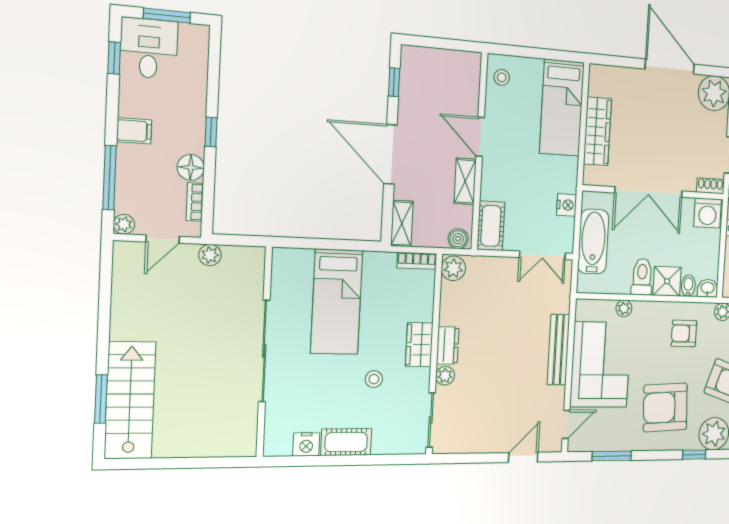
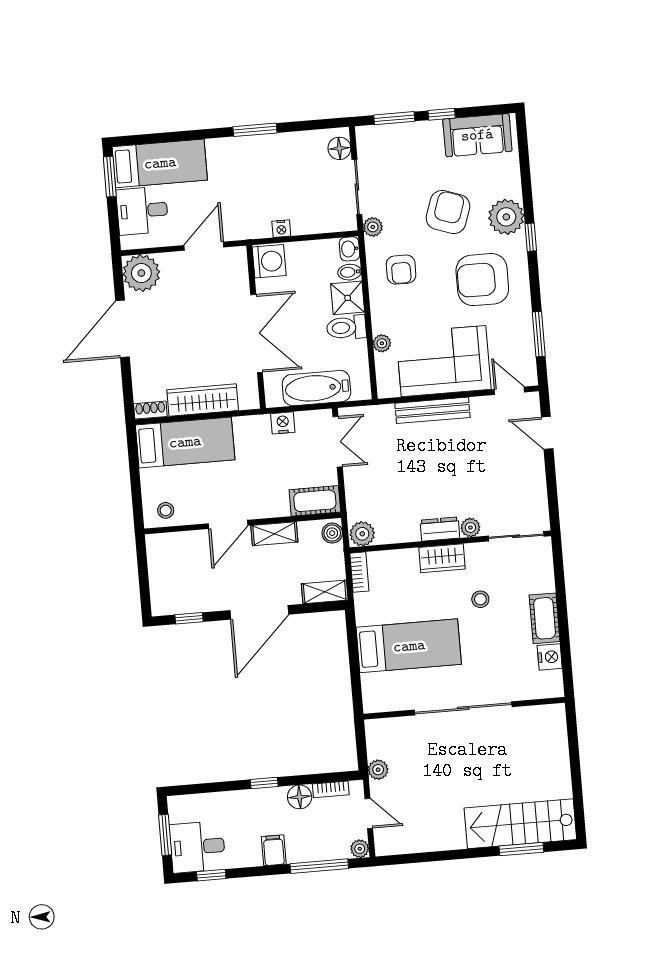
shoe rack: (710, 186) -> (150, 410), moved, turned 90
armchair: (665, 407) -> (482, 280), turned 93

